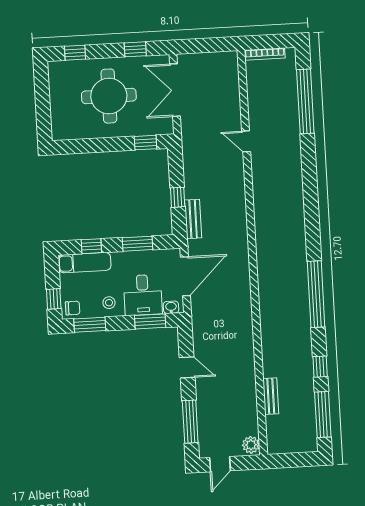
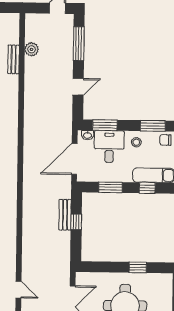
door: (246, 141) -> (19, 290), moved
window: (145, 143) -> (138, 267), moved
bench: (193, 219) -> (65, 215), moved
door: (187, 367) -> (78, 87), swing flipped
plant: (251, 445) -> (32, 49), moved

